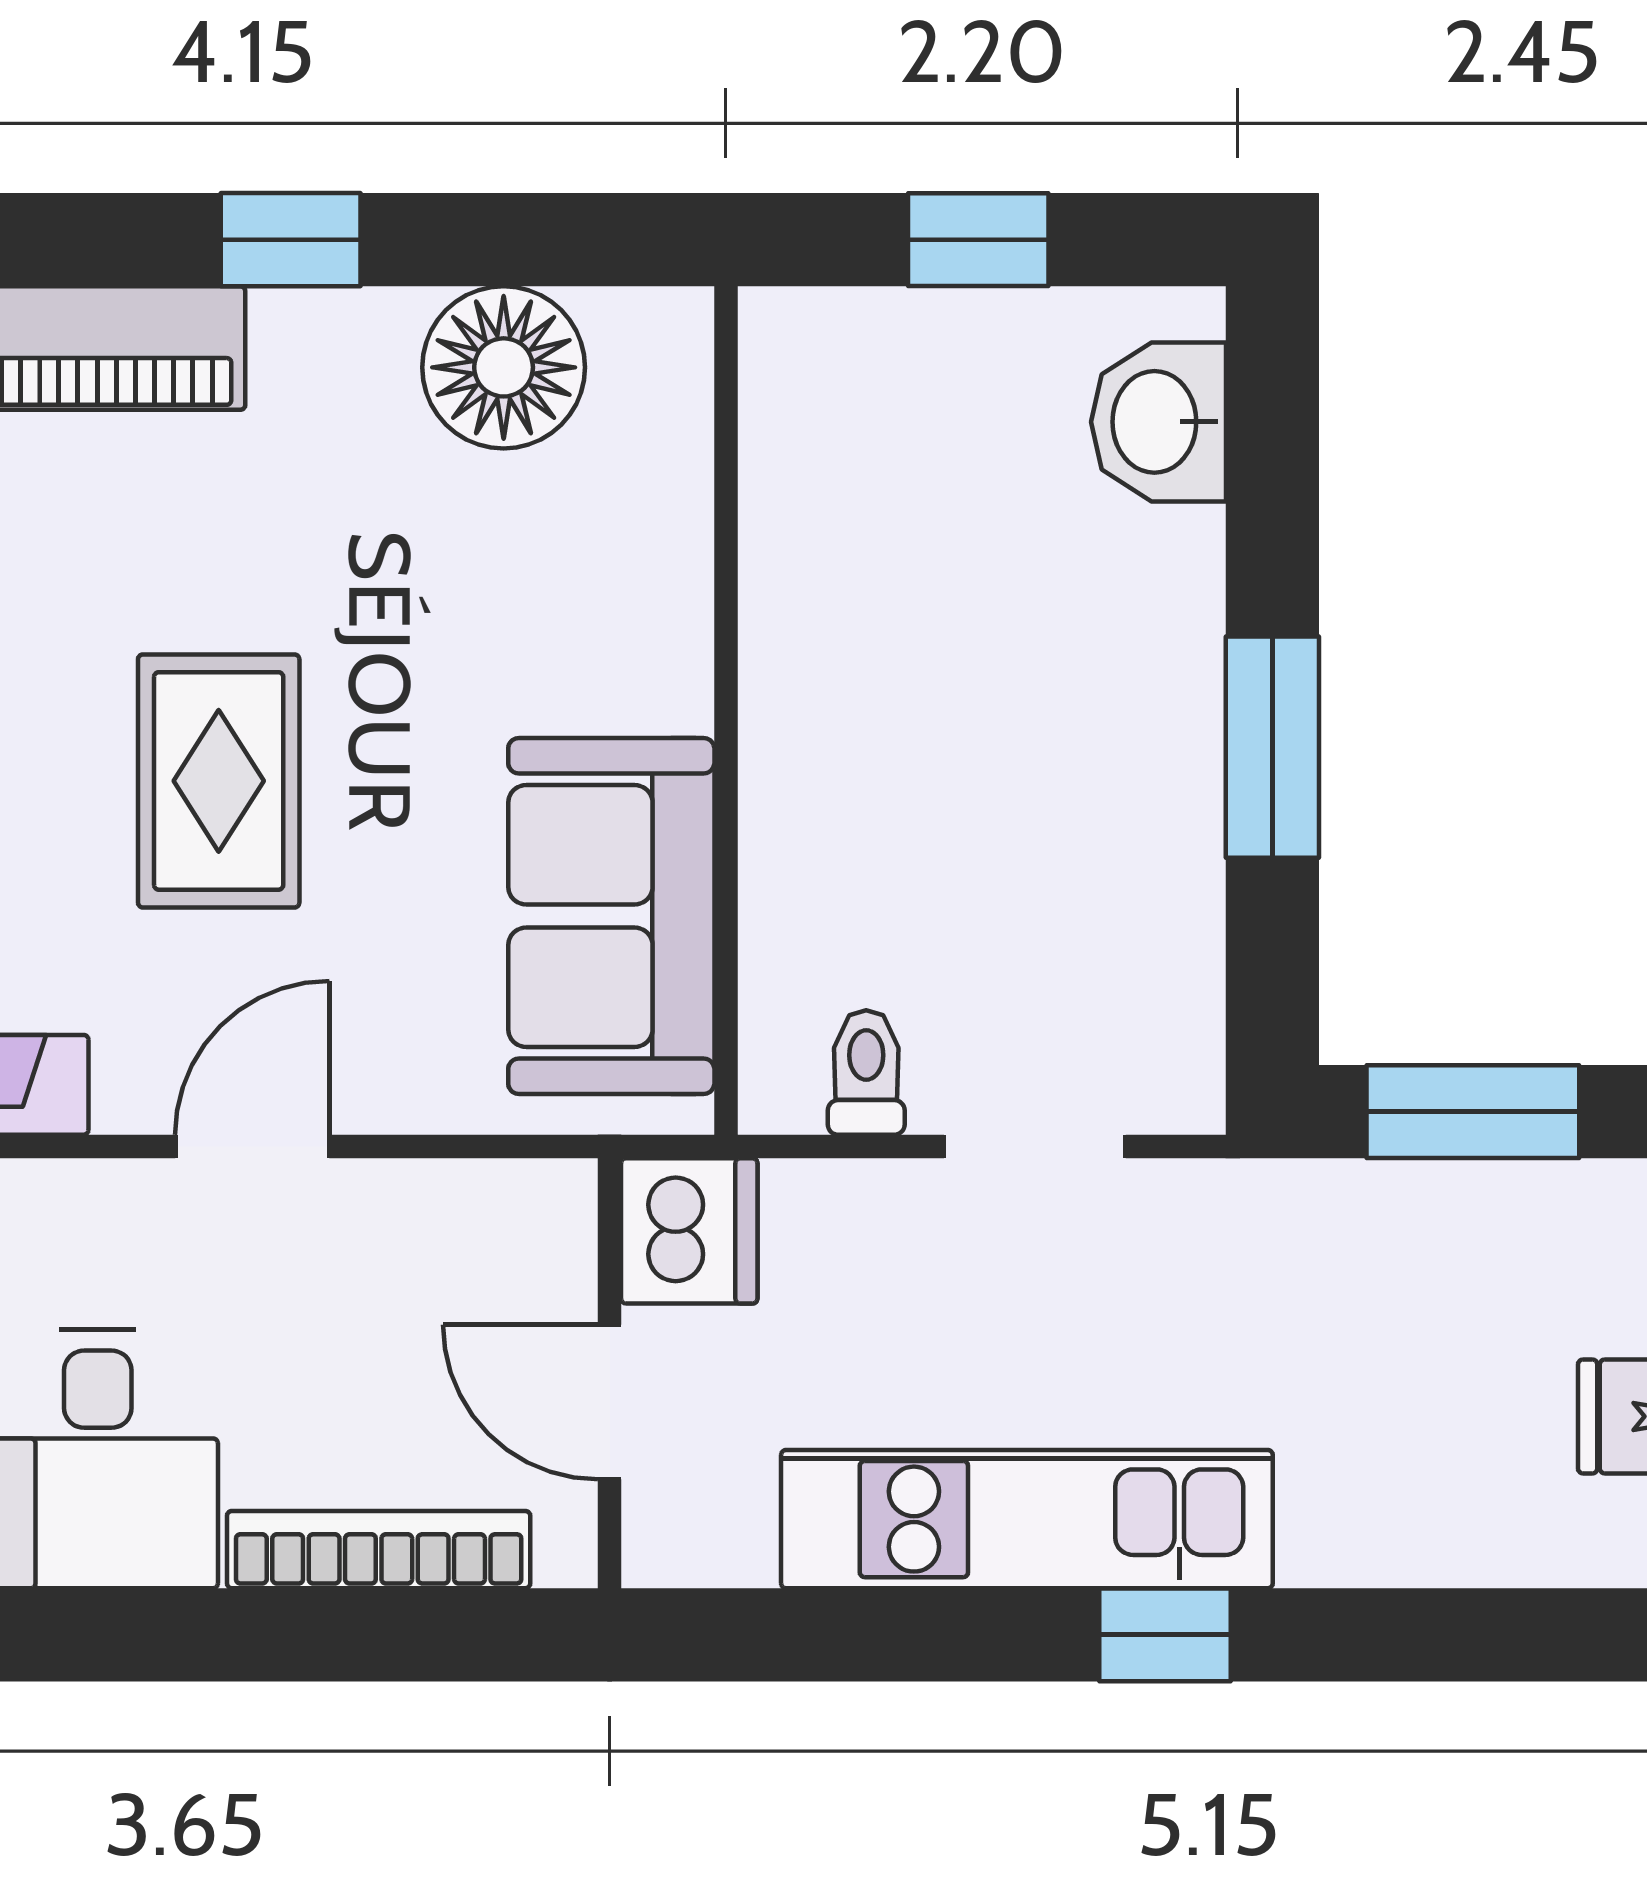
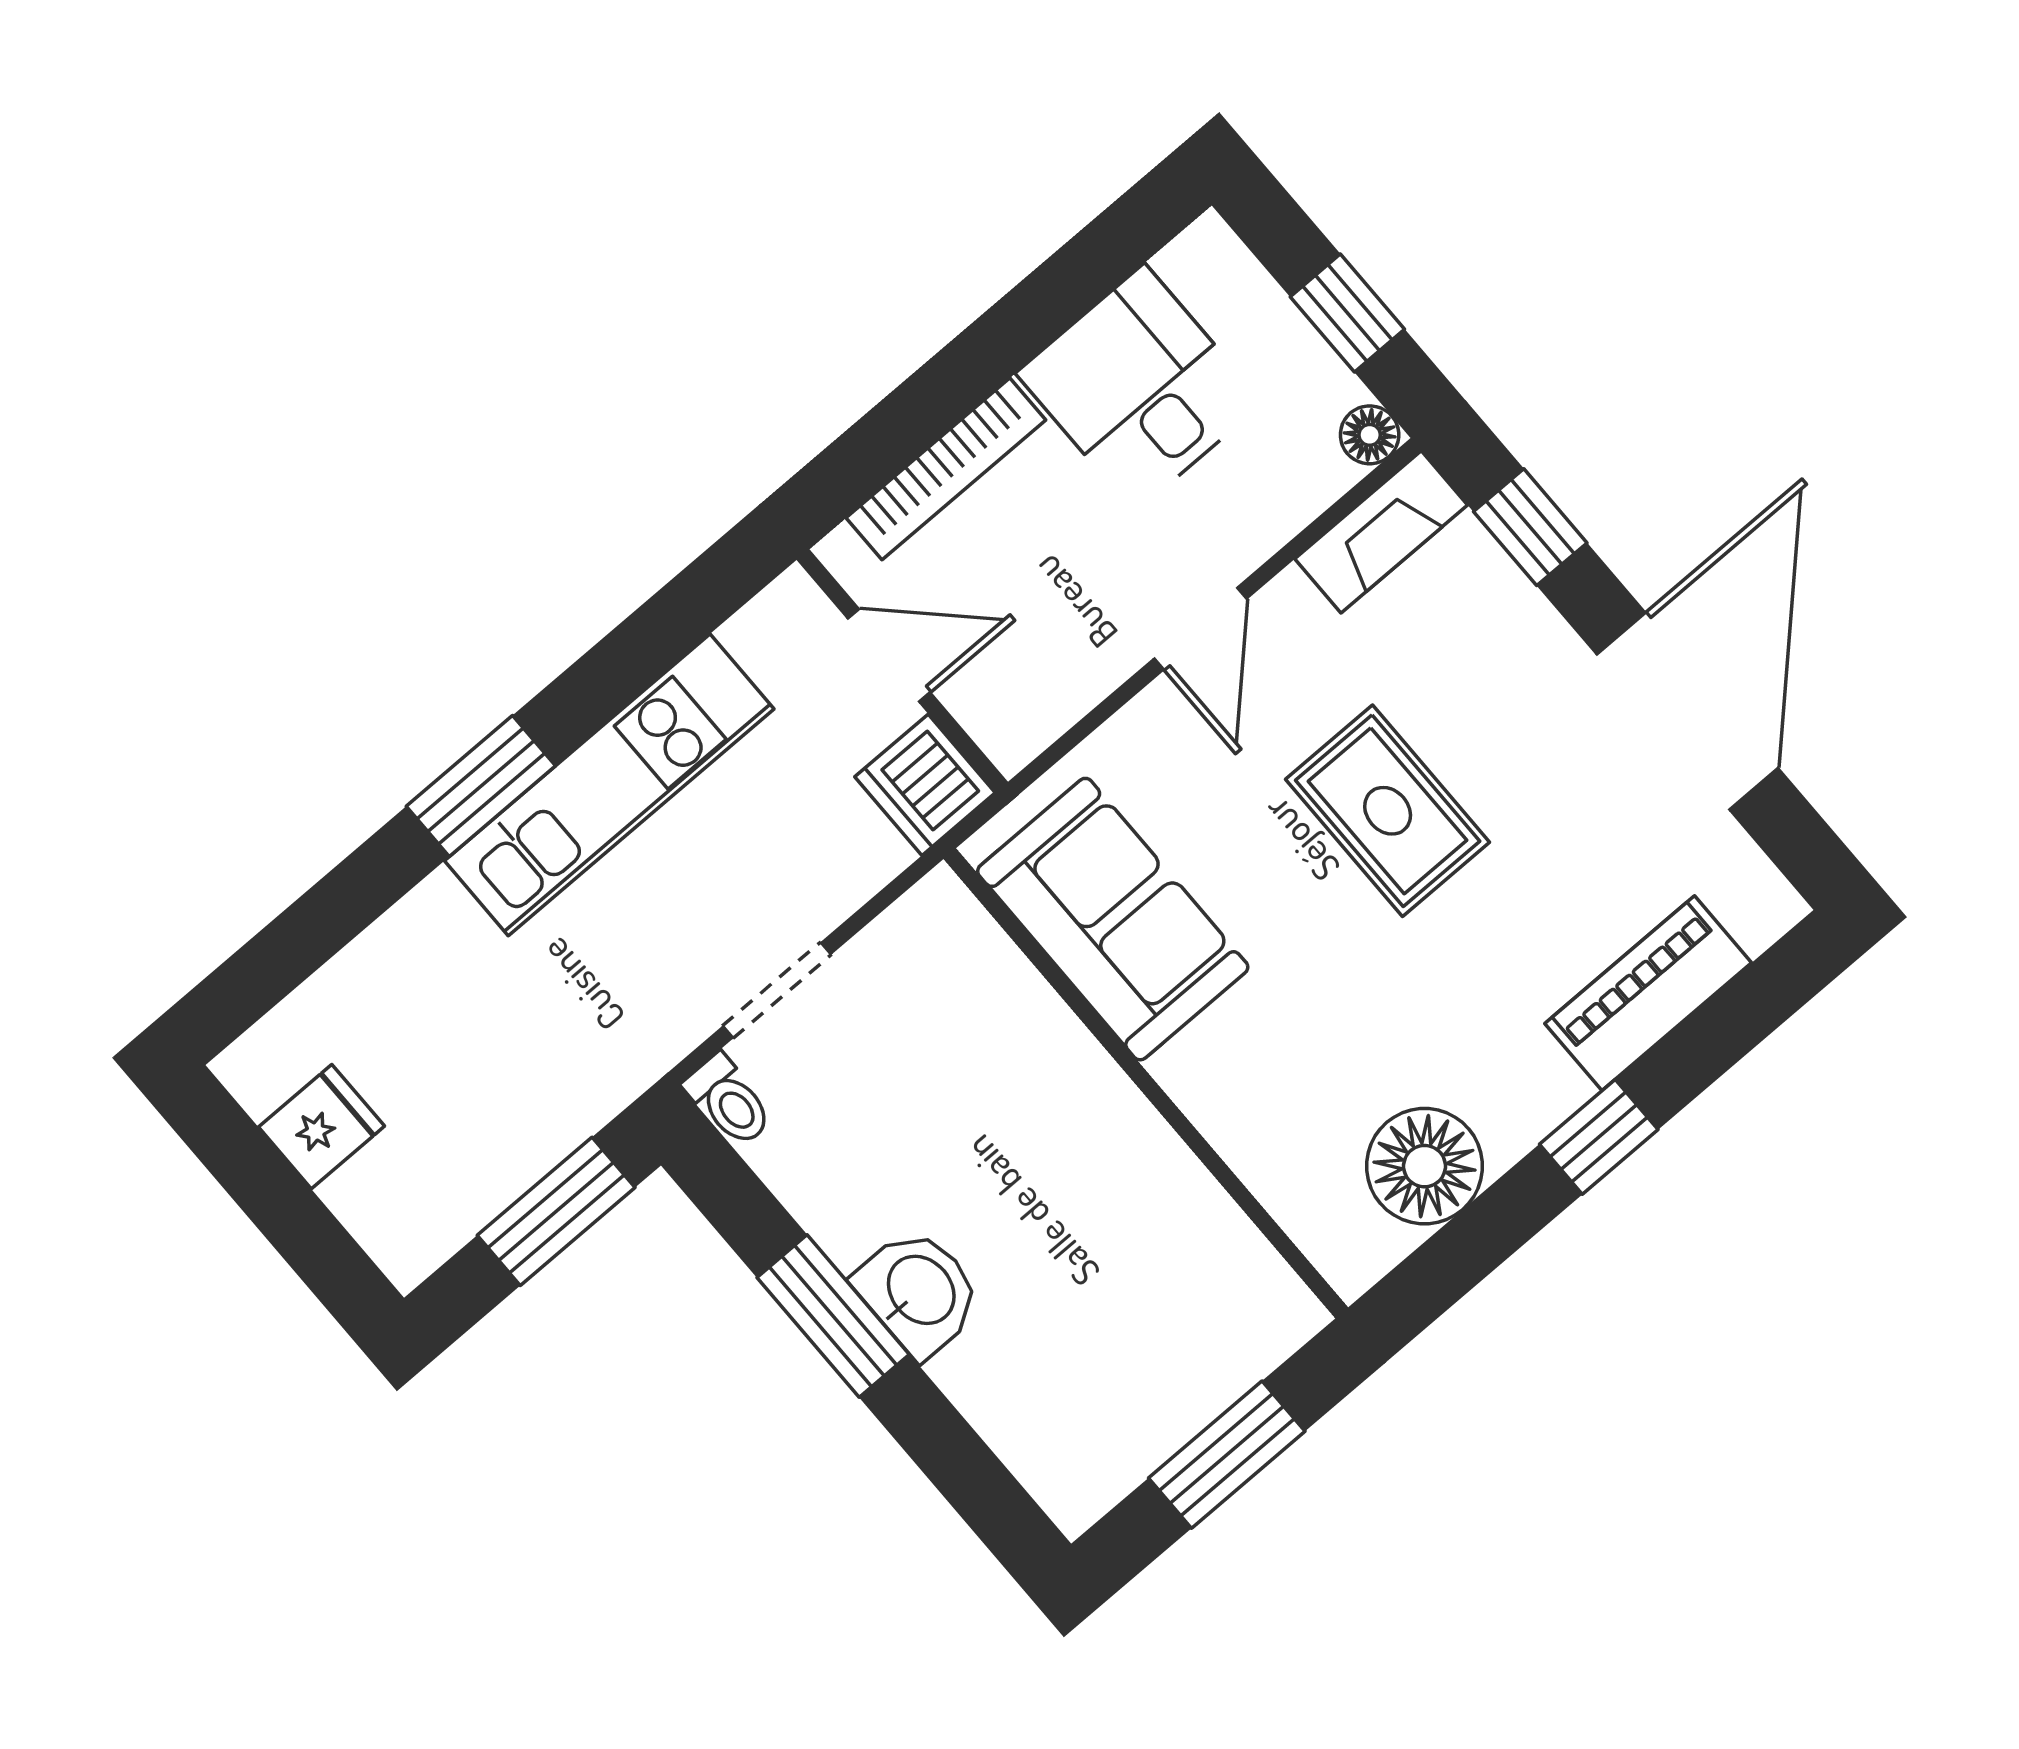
window: (978, 240) -> (1227, 1455), width x1.50
washbasin: (1158, 422) -> (919, 1292), moved
toilet: (866, 1072) -> (729, 1101), moved
window: (1165, 1635) -> (481, 786), width x1.50

